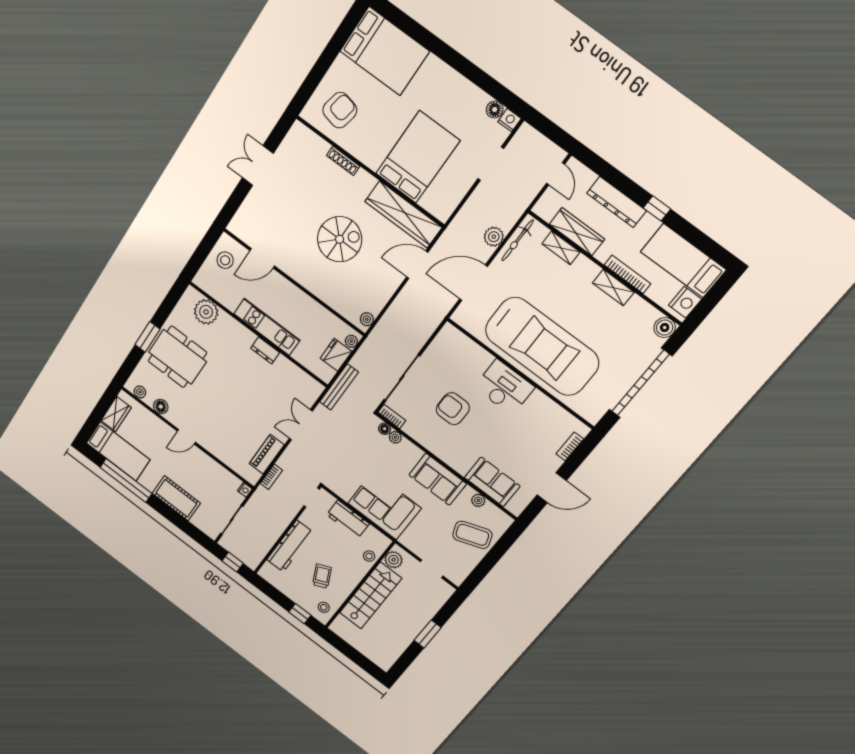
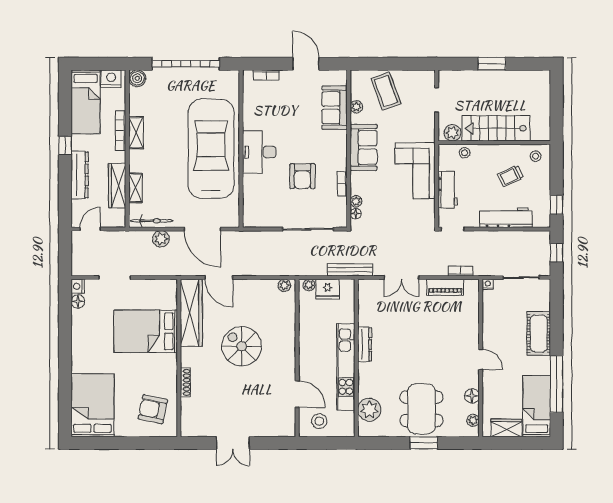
kitchen unit: (267, 327) -> (346, 367), width x1.36
dresser: (265, 350) -> (365, 344), width x1.44
bookcase: (392, 416) -> (342, 184), moved
window: (300, 614) -> (556, 205), moved

